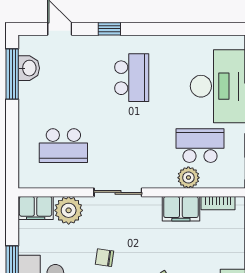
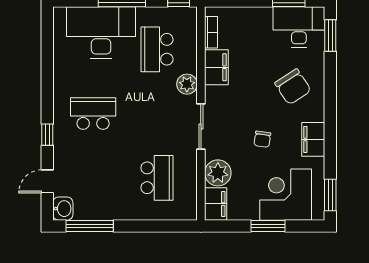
washbasin: (29, 68) -> (63, 209), moved, turned 90
plant: (188, 178) -> (187, 84), moved

